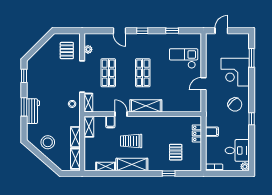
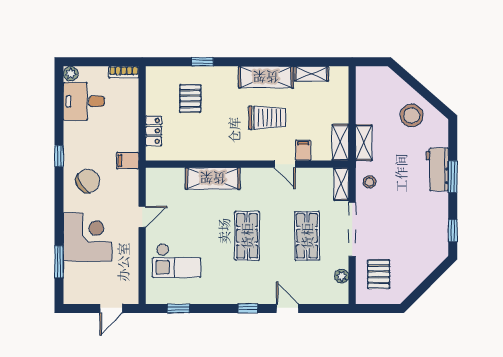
window: (172, 31) -> (178, 308), moved
chair: (235, 104) -> (88, 181), turned 98
shelving: (146, 106) -> (213, 178), moved
filing cabinet: (212, 132) -> (128, 161), moved
shelving: (75, 137) -> (364, 143), moved
shelving: (75, 159) -> (364, 87), removed

